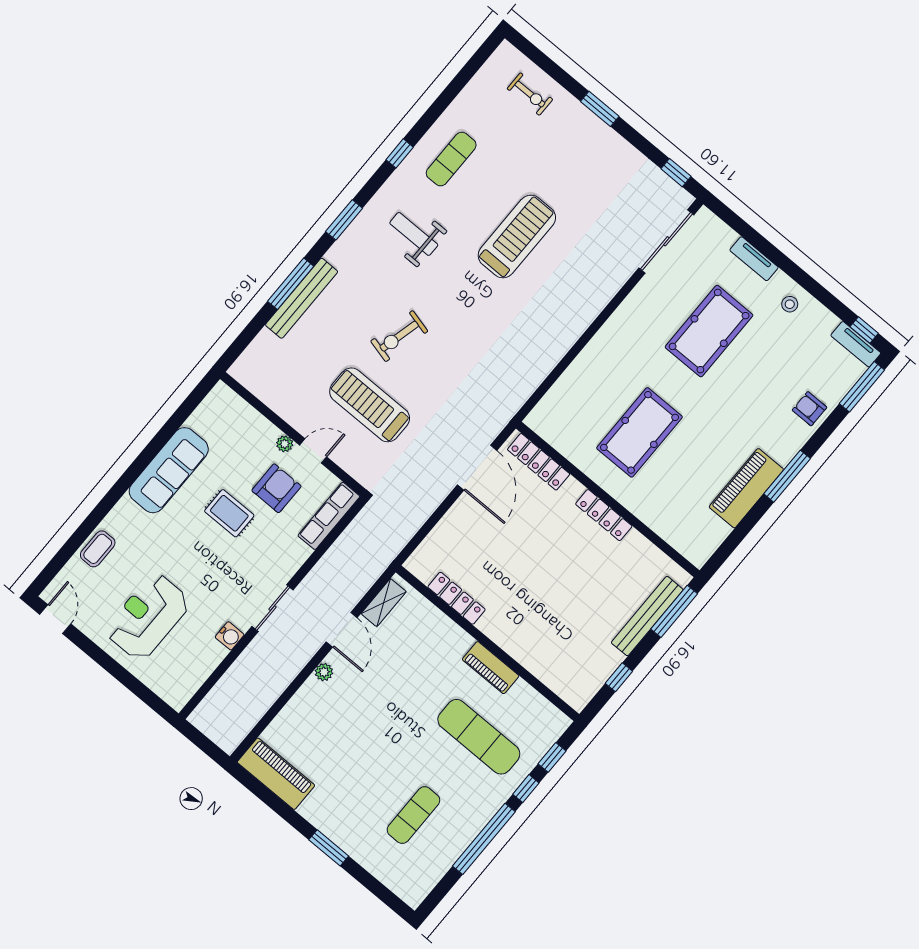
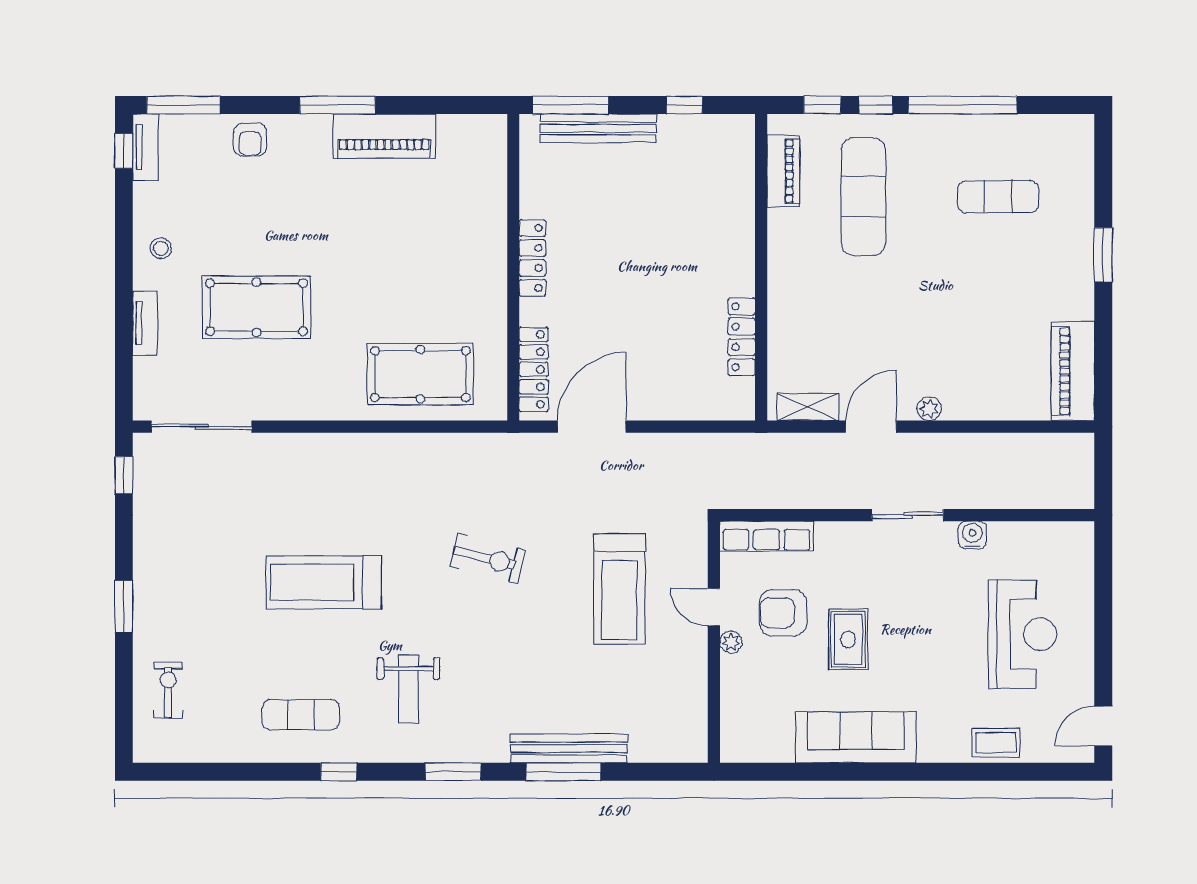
exercise bike: (399, 336) -> (488, 558), moved
pool table: (639, 432) -> (420, 374), moved
reception desk: (148, 617) -> (1022, 634), turned -90
piano: (491, 668) -> (783, 171), moved

